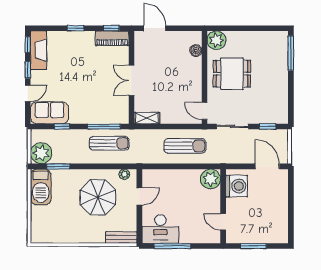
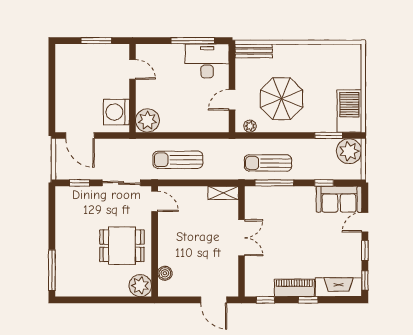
piano: (112, 38) -> (294, 288), moved
fireplace: (38, 50) -> (339, 287), moved, turned 90

